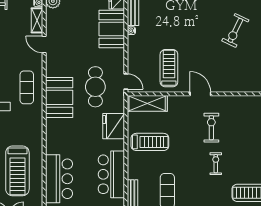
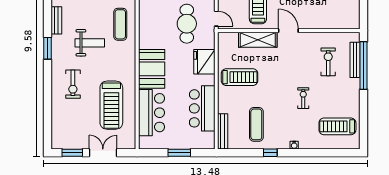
booth: (59, 97) -> (152, 69), moved
shelving: (147, 103) -> (258, 40), moved
exercise bike: (211, 128) -> (328, 62), moved

